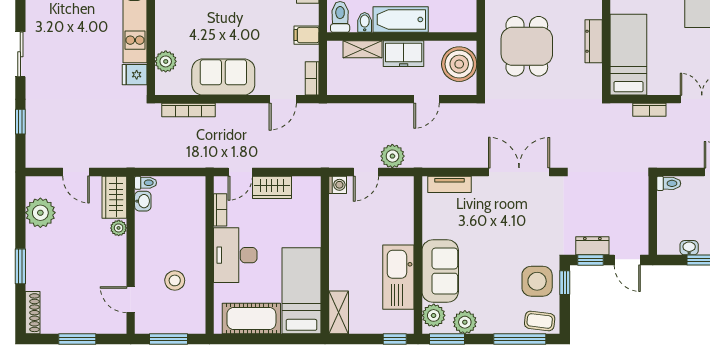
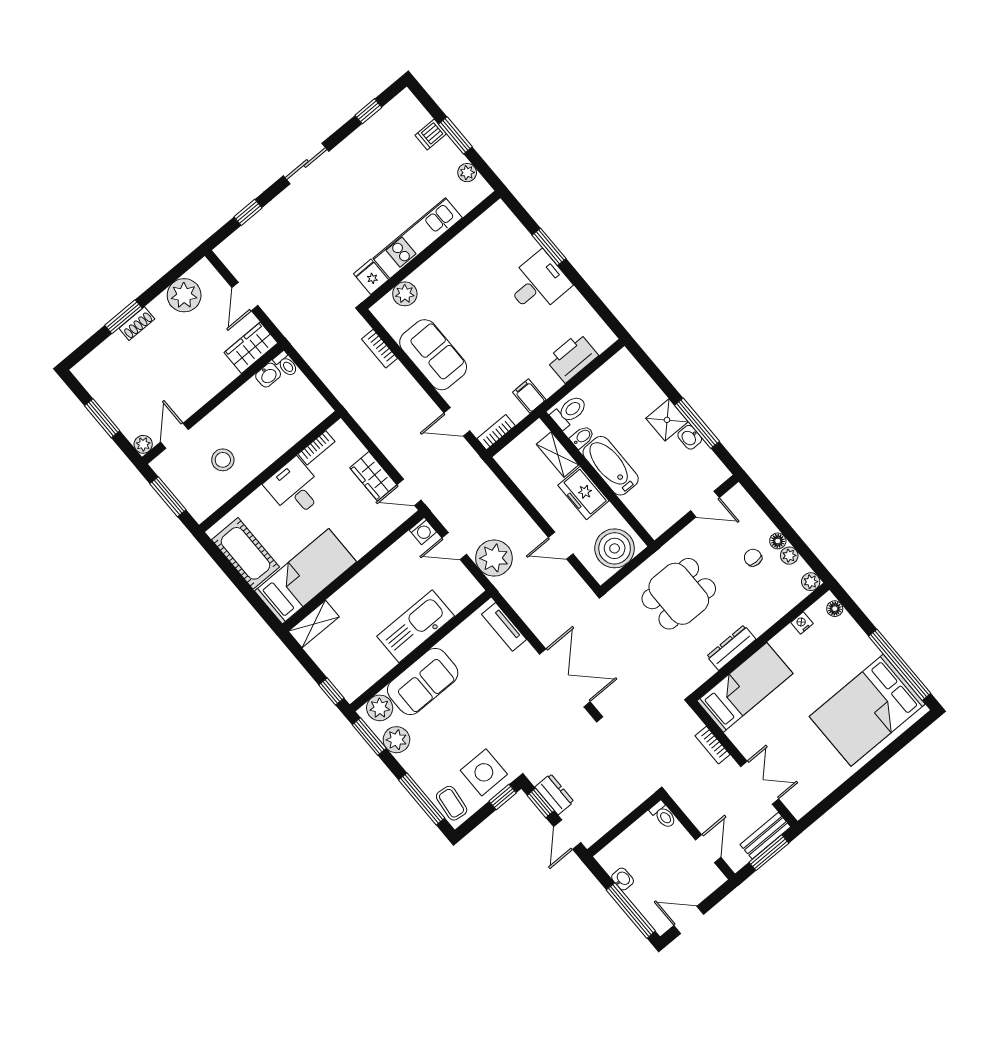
bookcase: (189, 110) -> (379, 349), width x0.64
plant: (392, 156) -> (494, 558), width x1.36, depth x1.36
door: (240, 172) -> (409, 492), moved
plant: (119, 228) -> (143, 444), moved
desk: (235, 255) -> (295, 488), width x0.73
kitchen sink: (398, 277) -> (416, 626), moved
shoe rack: (33, 313) -> (137, 324), moved, width x0.70

